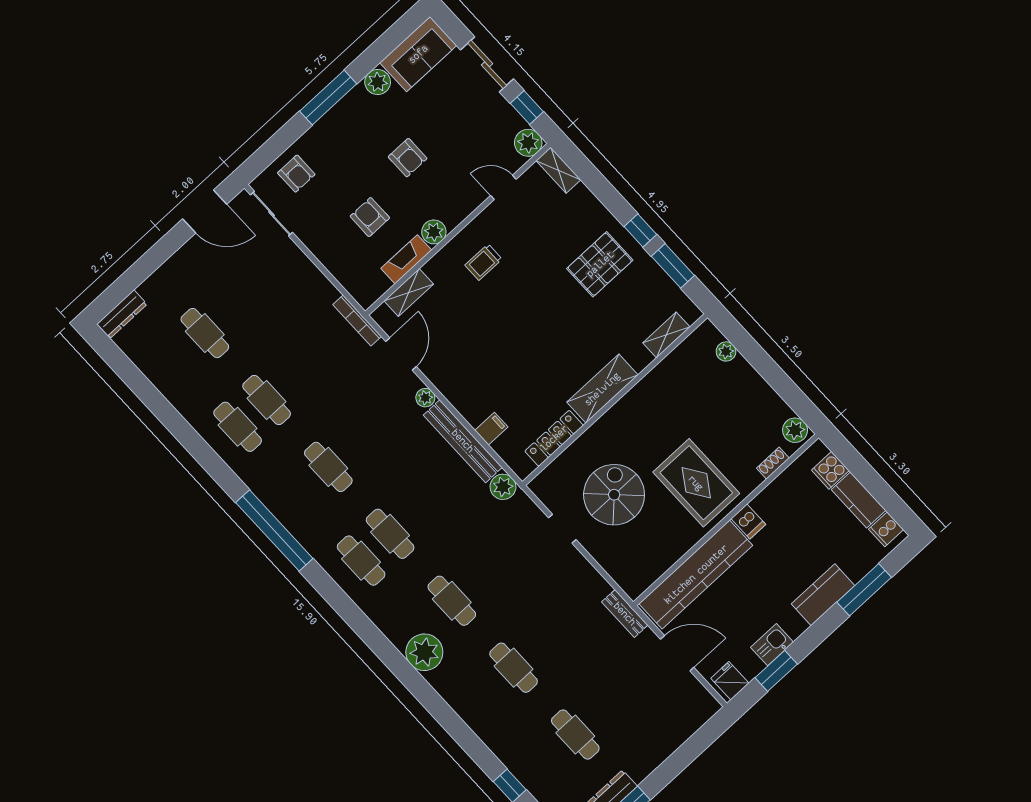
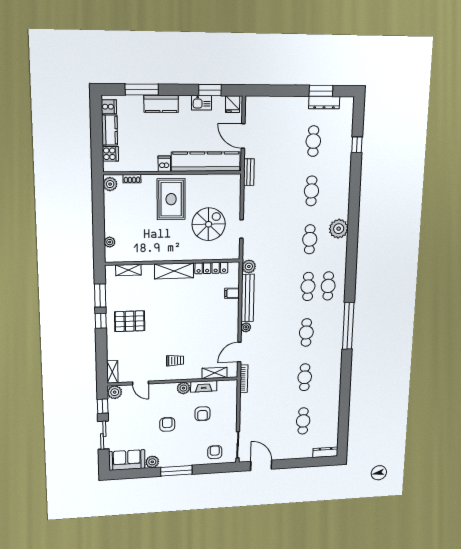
cafe table: (238, 427) -> (324, 376), removed
spiral stairs: (614, 495) -> (209, 224), turned 180

